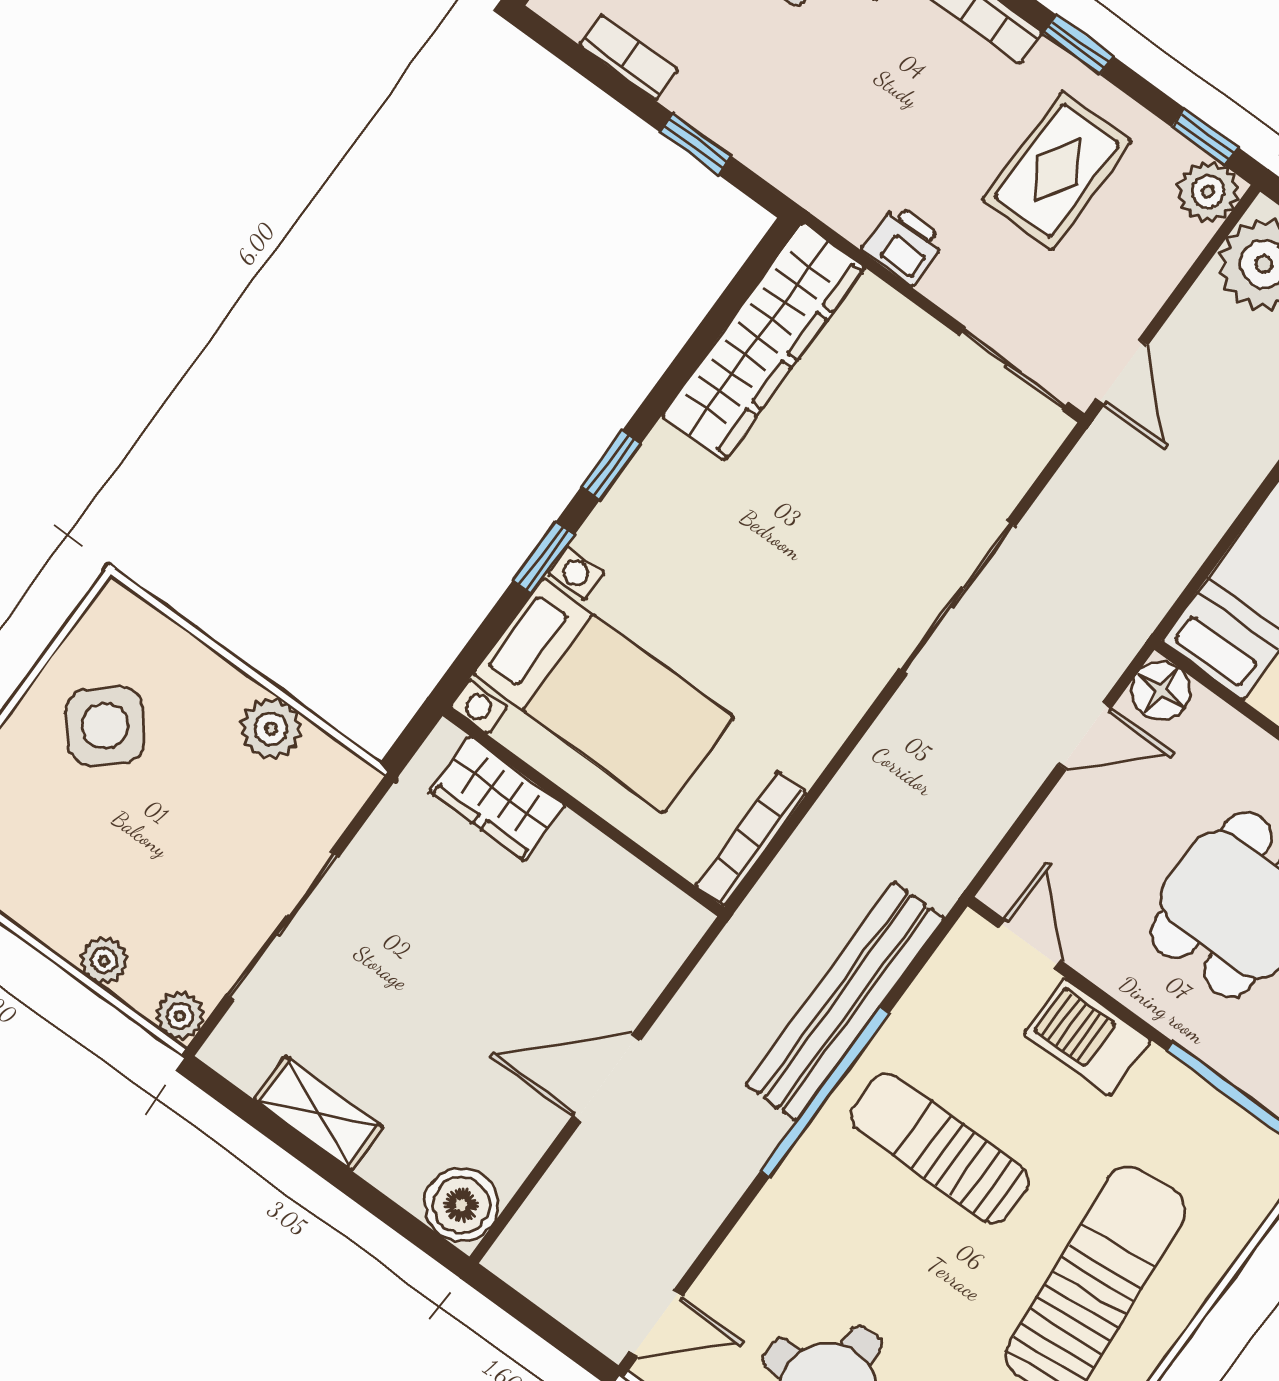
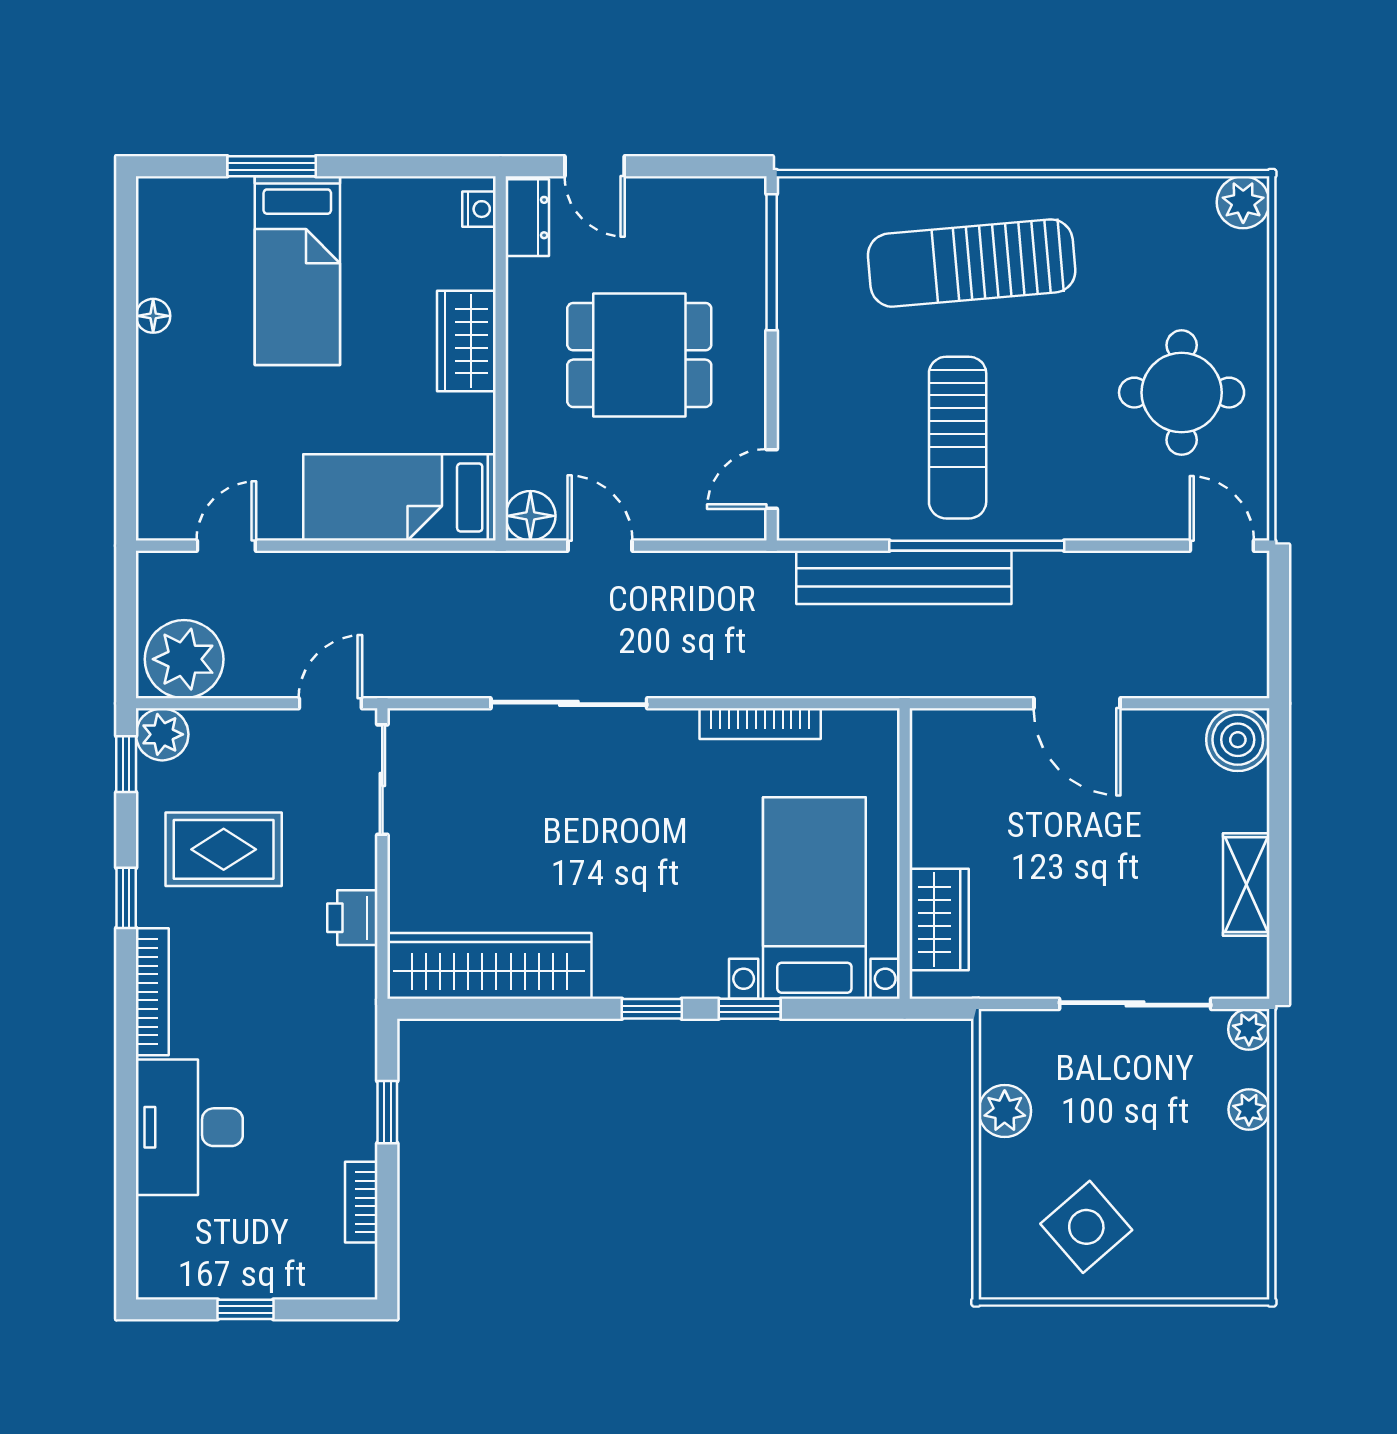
bookcase: (751, 839) -> (760, 724), moved
barbecue: (1088, 1037) -> (806, 392), removed

